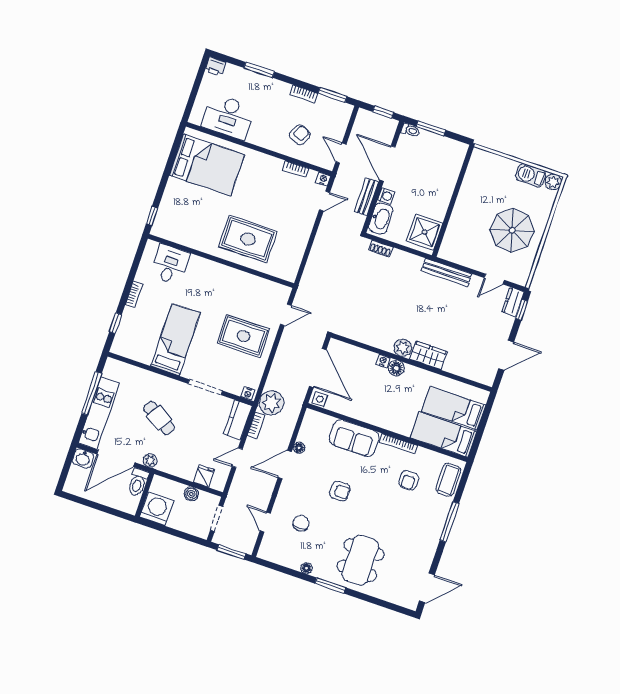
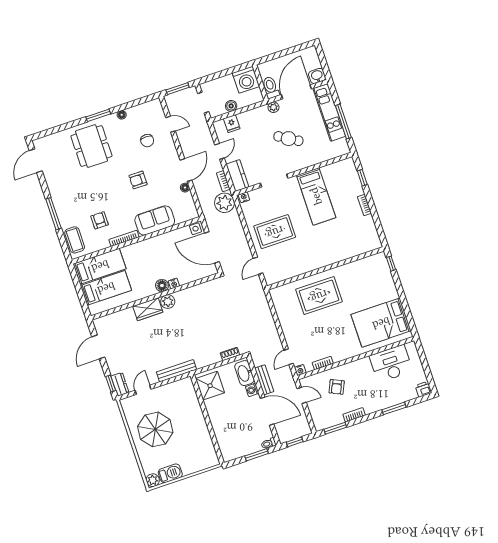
desk: (170, 265) -> (356, 241), removed

